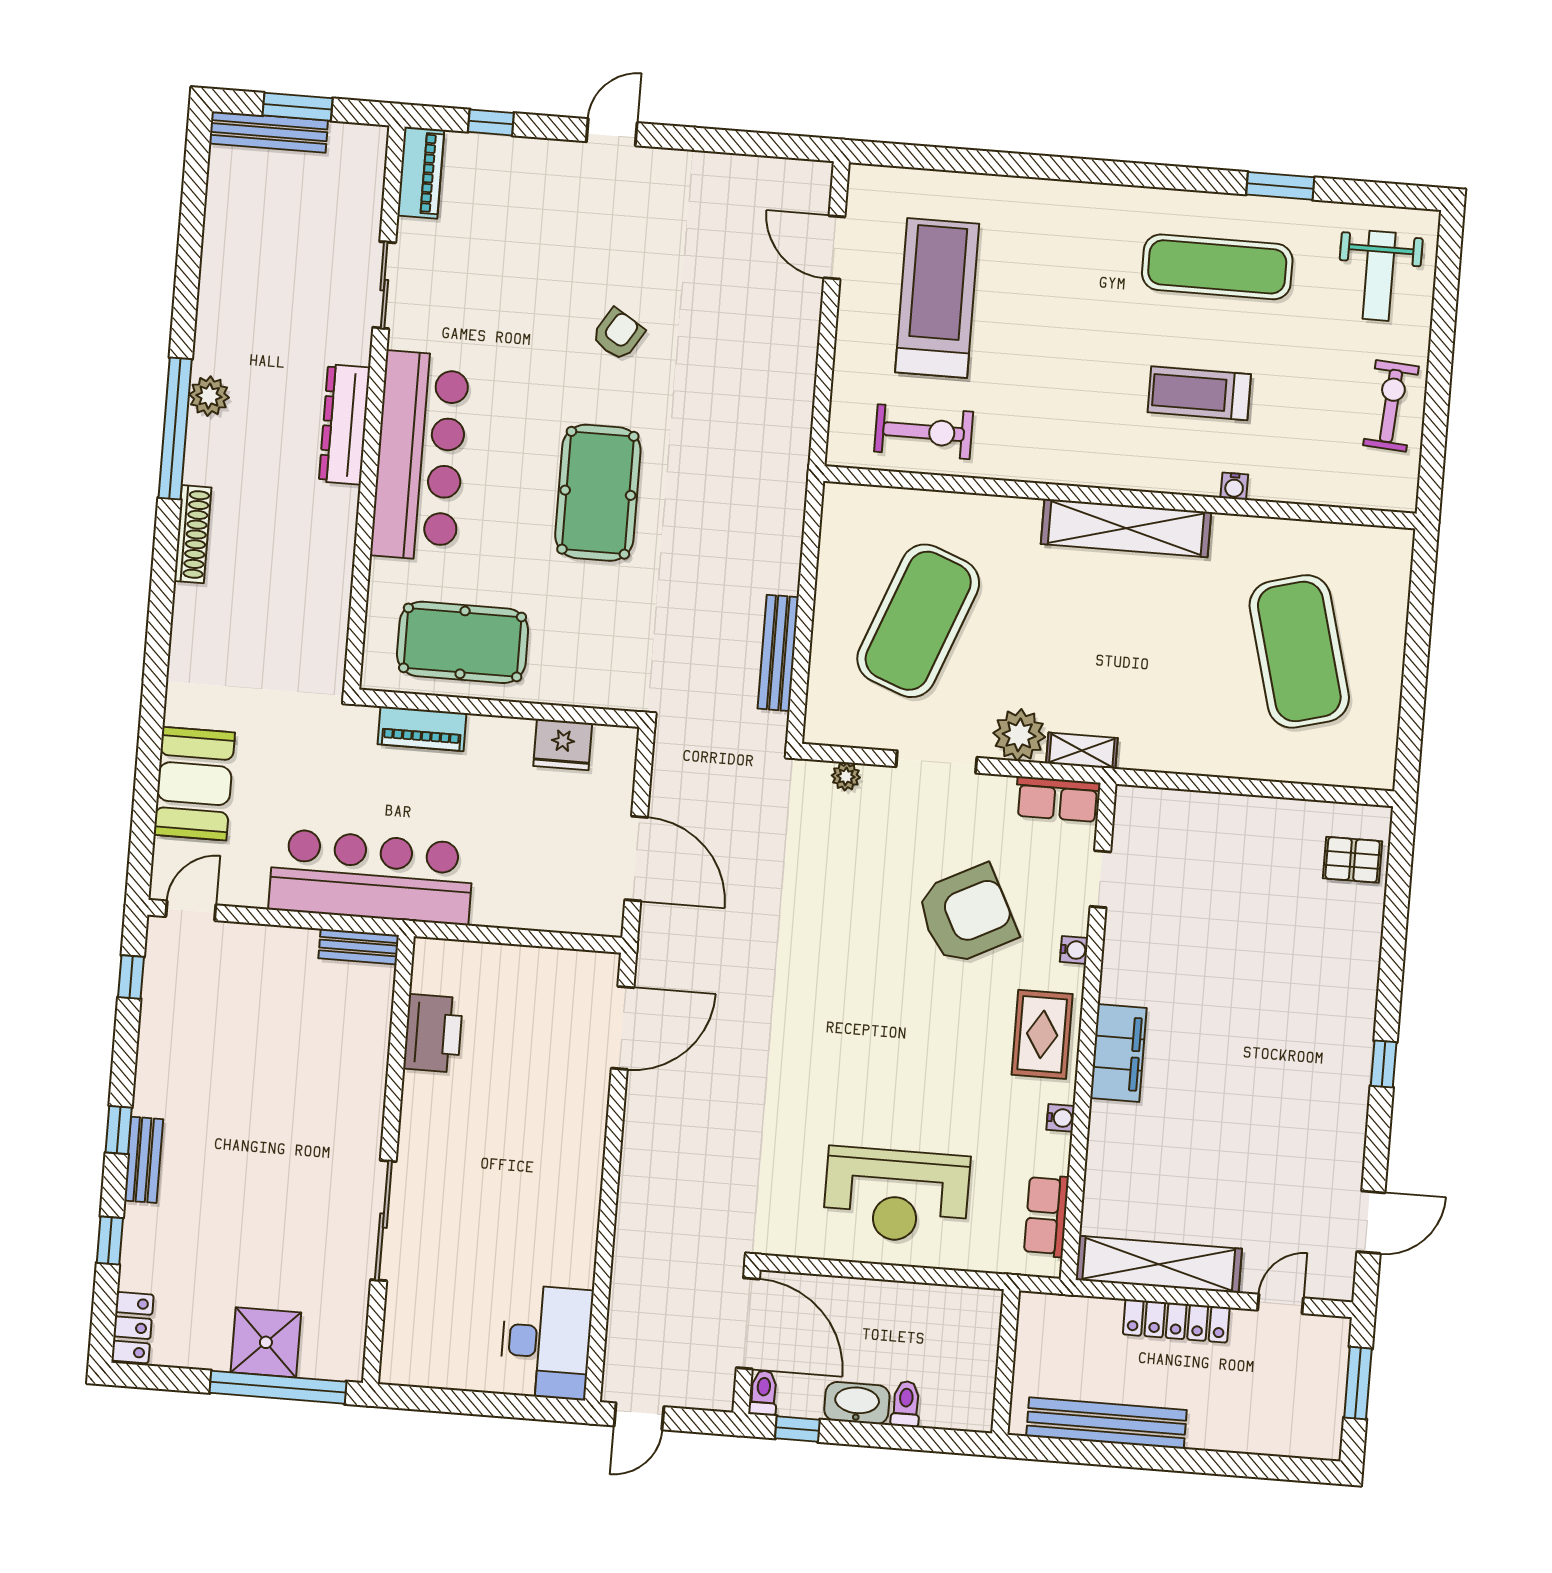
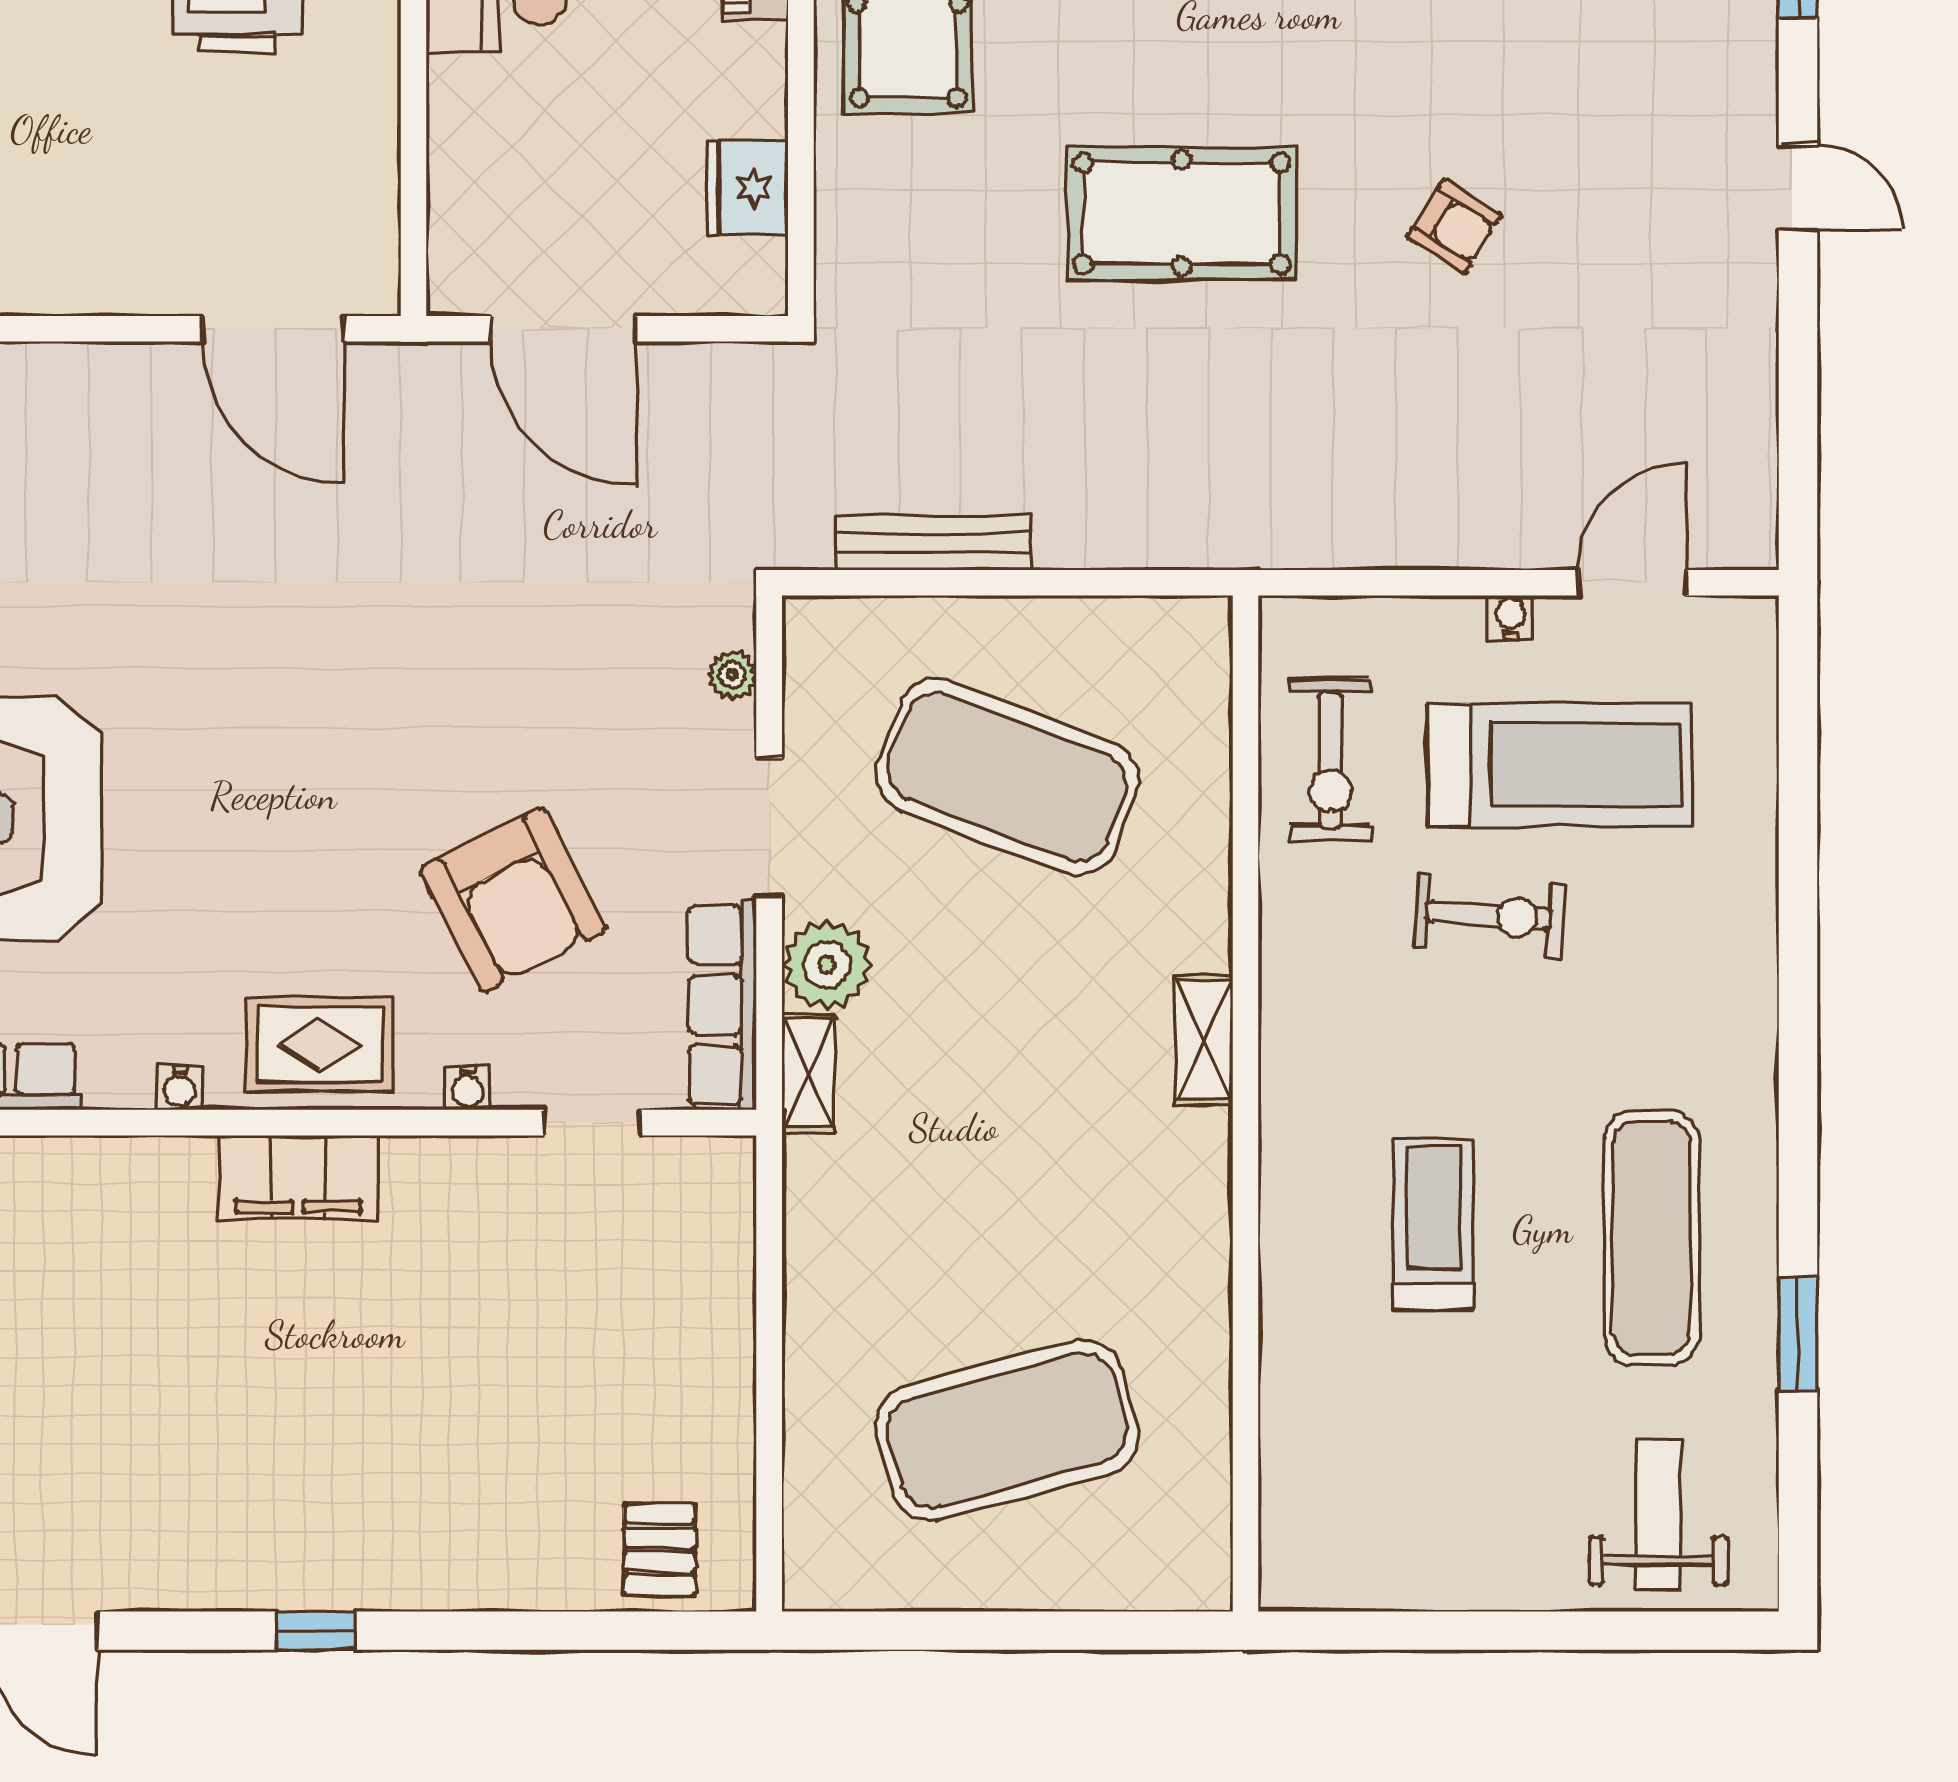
weight bench: (1379, 276) -> (1658, 1515), turned 90
exercise bike: (1391, 406) -> (1489, 915), moved
water cooler: (1234, 486) -> (1510, 617), moved, turned 90
shelving: (1126, 528) -> (1204, 1040), width x0.45, depth x0.75
row of seats: (1058, 799) -> (722, 1005), width x1.48
door: (636, 859) -> (563, 329), hinge flipped

